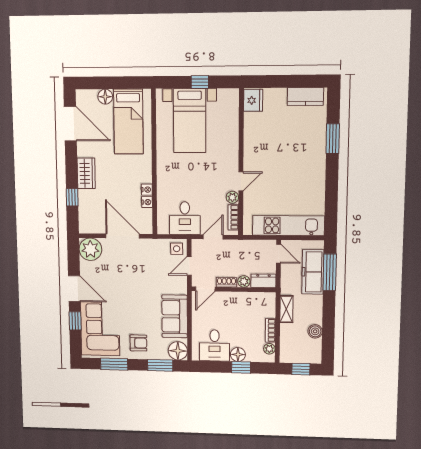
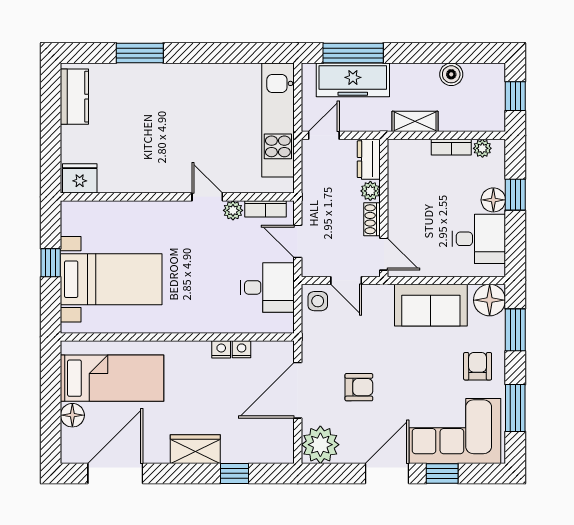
armchair: (125, 273) -> (359, 387), added

